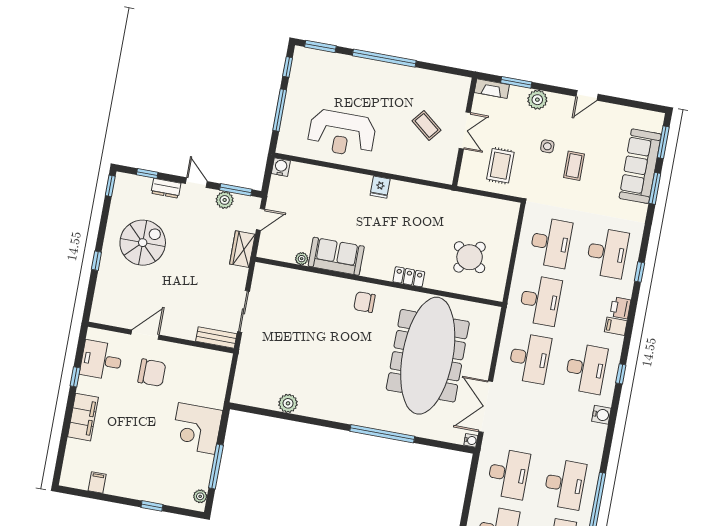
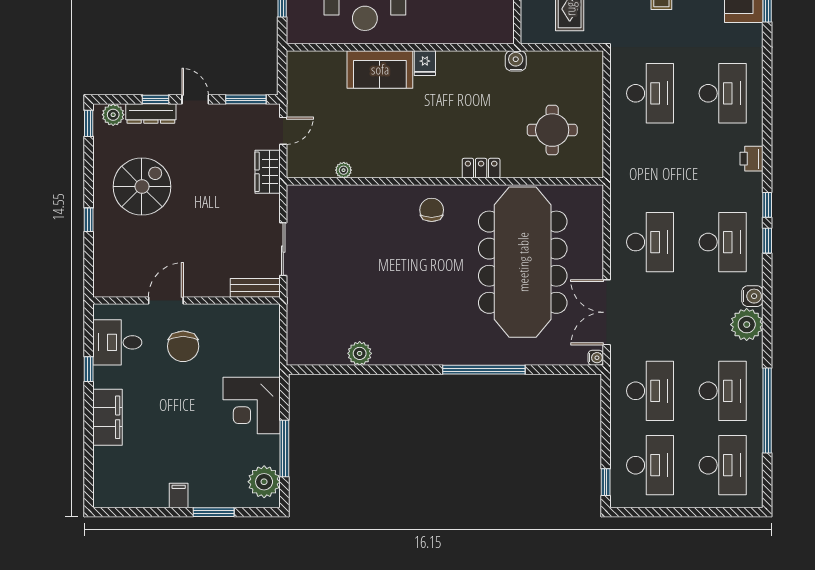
water cooler: (281, 167) -> (516, 61), moved
window: (147, 174) -> (156, 99), moved
dresser: (166, 188) -> (151, 114), width x1.44
plant: (225, 200) -> (113, 115), moved
sofa: (336, 256) -> (380, 69), moved, turned 180
round table: (470, 257) -> (552, 130), turned -36
window: (639, 272) -> (767, 205), moved
desk: (540, 300) -> (650, 168), removed
chair: (364, 302) -> (432, 210), turned 90
filing cabinet: (616, 326) -> (750, 182), removed
chair: (152, 373) -> (183, 346), turned 90
plant: (593, 436) -> (747, 325), added
filing cabinet: (97, 482) -> (179, 496), moved
plant: (200, 496) -> (264, 482), width x1.88, depth x1.88
window: (152, 506) -> (214, 512), width x1.50

